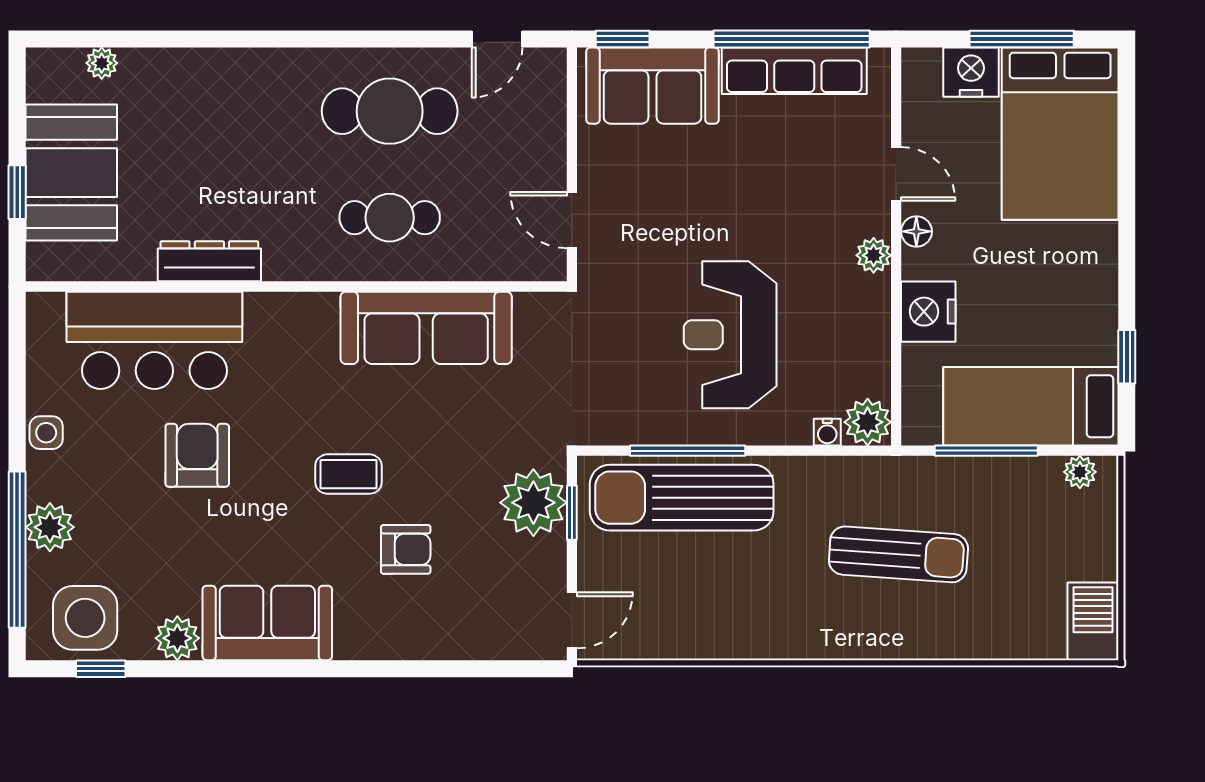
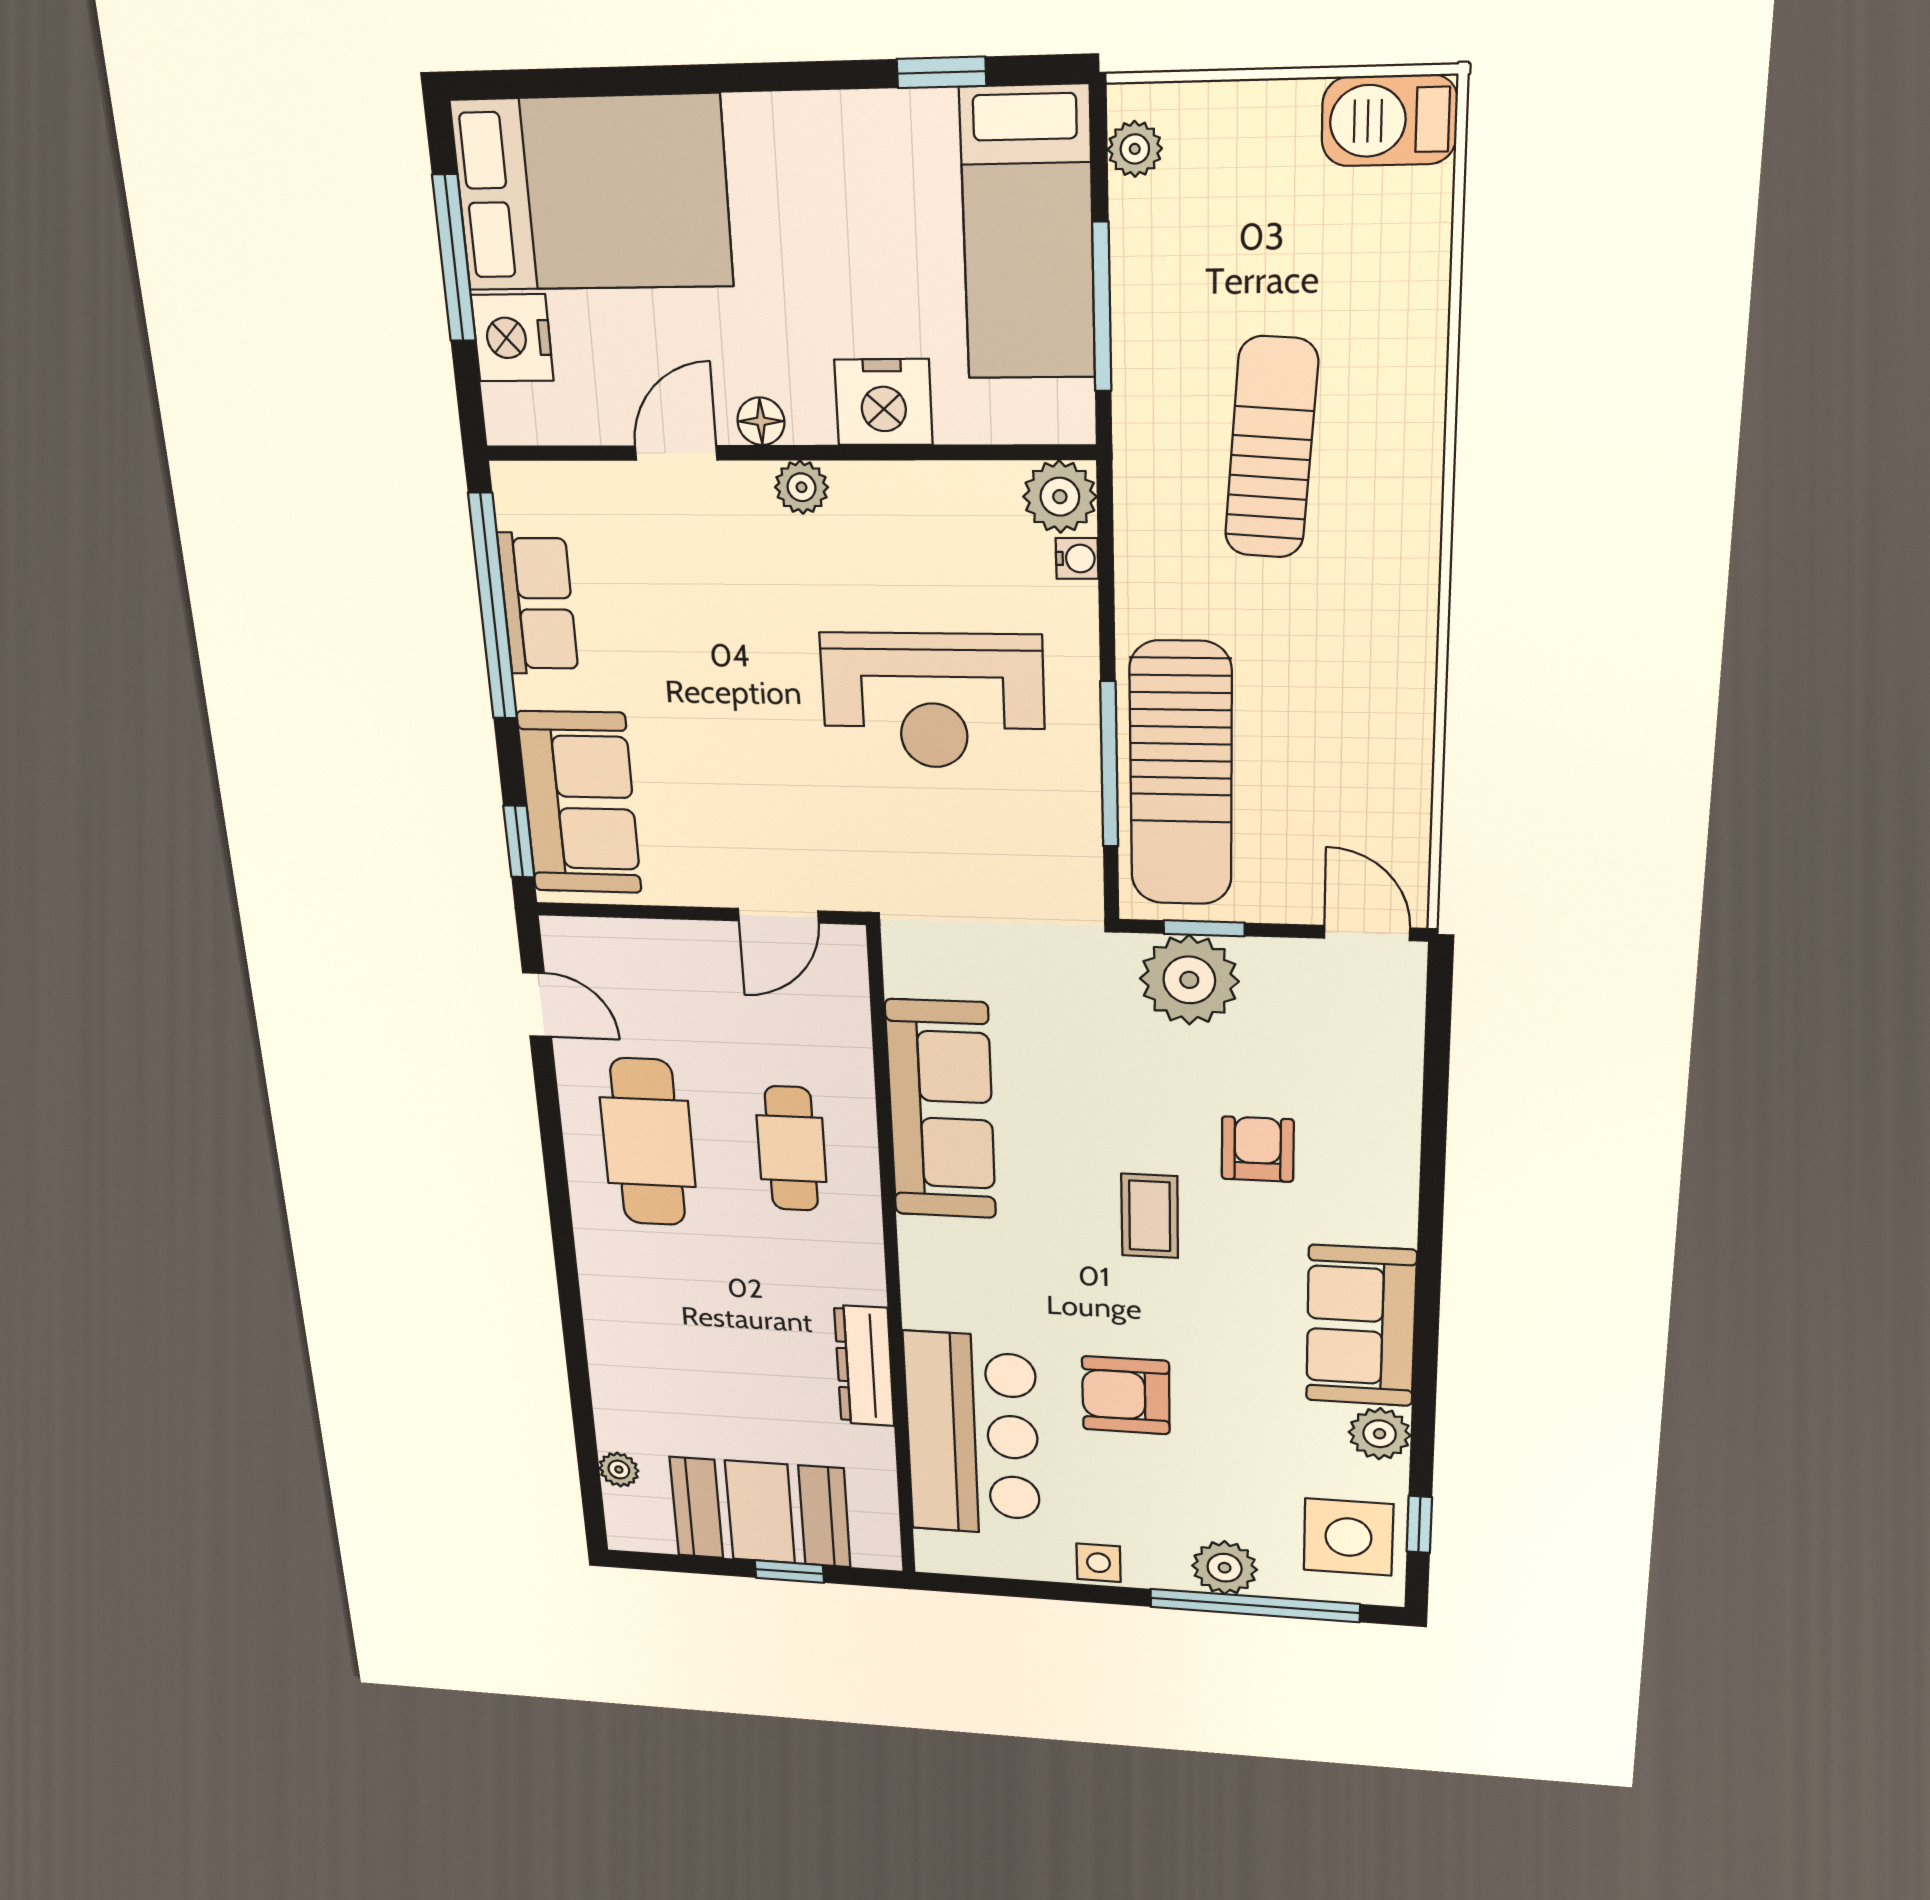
row of seats: (794, 71) -> (538, 604), width x0.68

